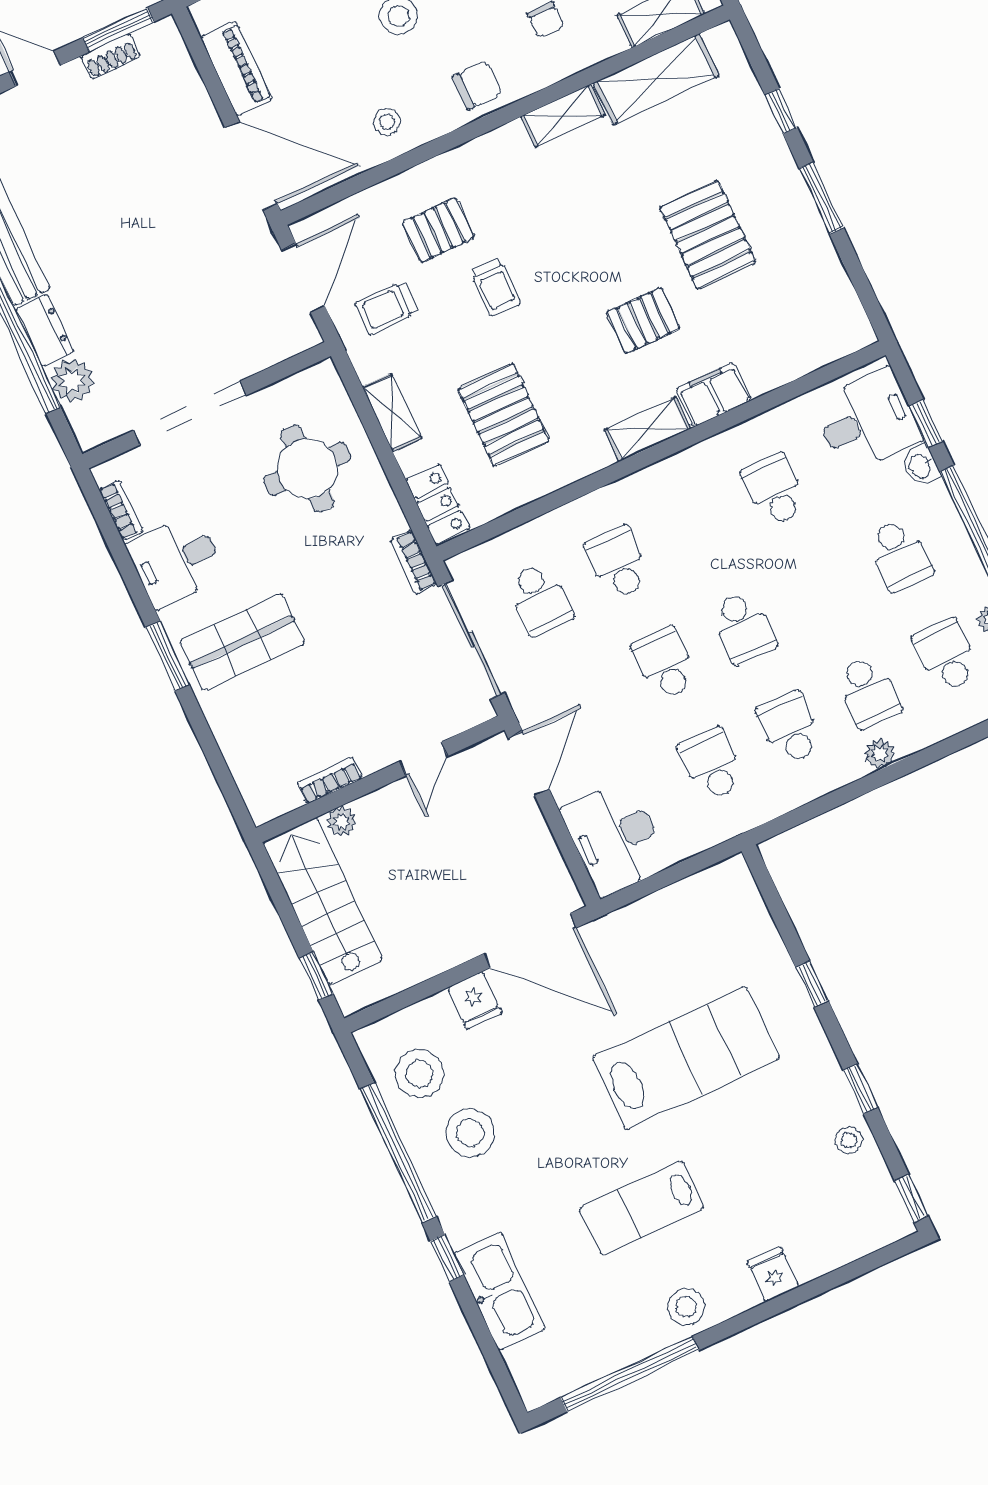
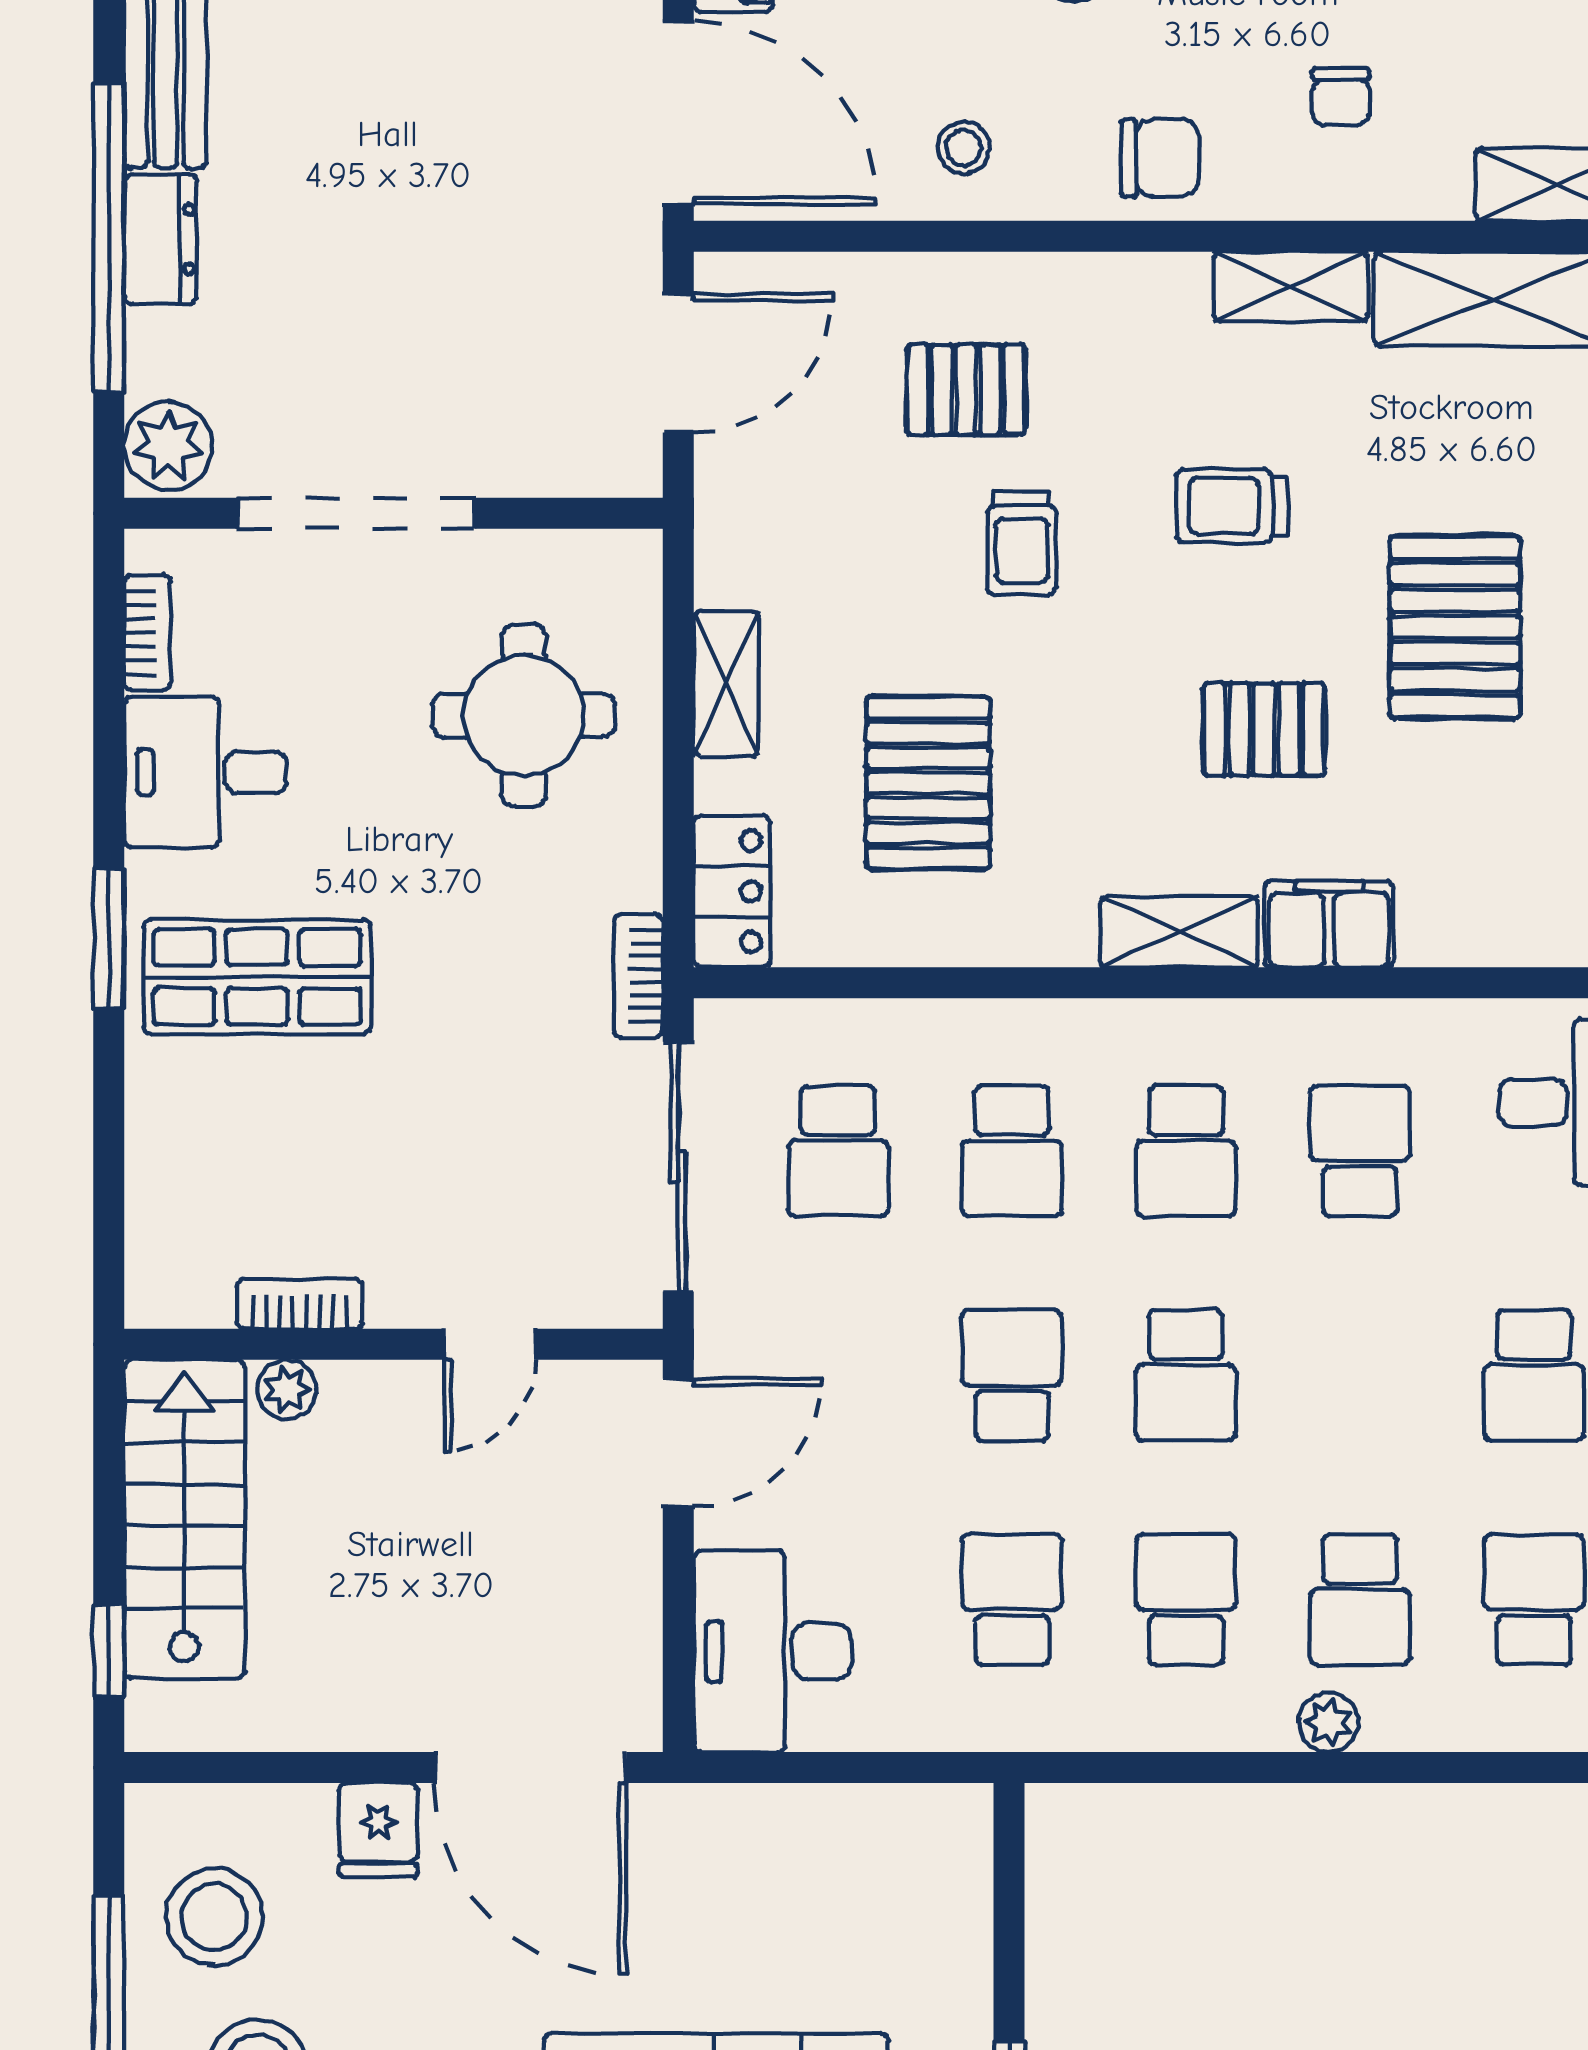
trolley: (386, 308) -> (1232, 506), moved
plant: (72, 381) -> (168, 446), moved
school desk: (696, 526) -> (1186, 1151), added
school desk: (618, 563) -> (1012, 1151), turned 180

